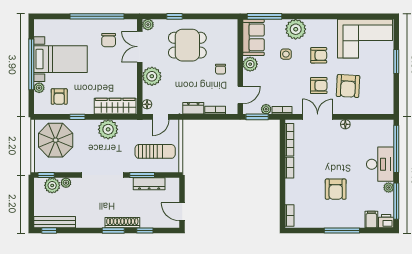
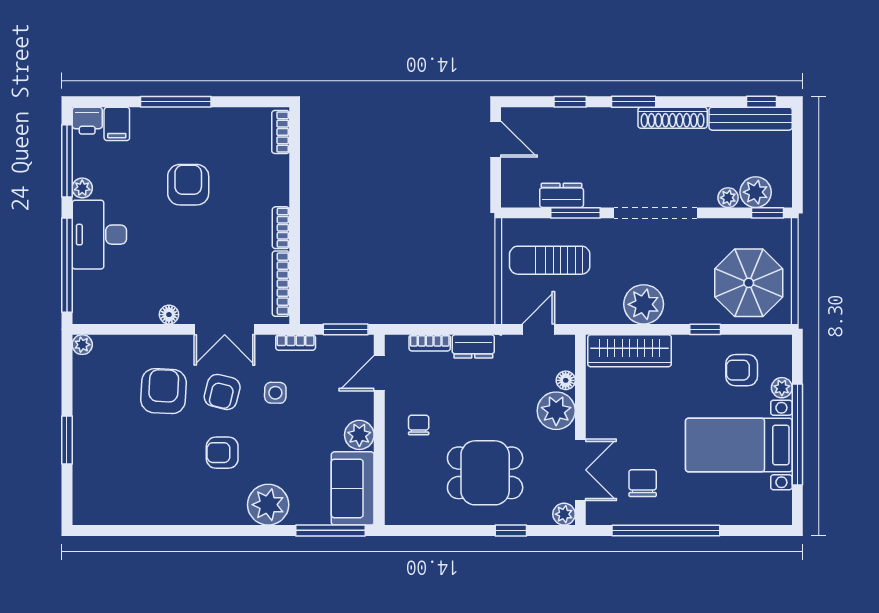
corner sofa: (365, 39) -> (130, 486), removed
side table: (286, 54) -> (275, 393), moved
armchair: (319, 86) -> (222, 392), turned -76
armchair: (59, 96) -> (742, 370), turned -90
floor lamp: (147, 104) -> (566, 380), moved
plant: (266, 109) -> (82, 345), moved
dresser: (149, 184) -> (562, 195), width x0.70
shoe rack: (122, 223) -> (673, 118), moved

